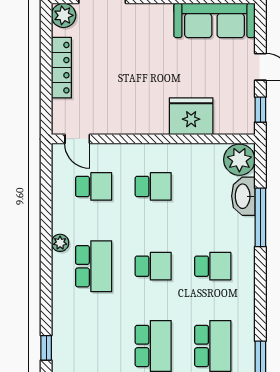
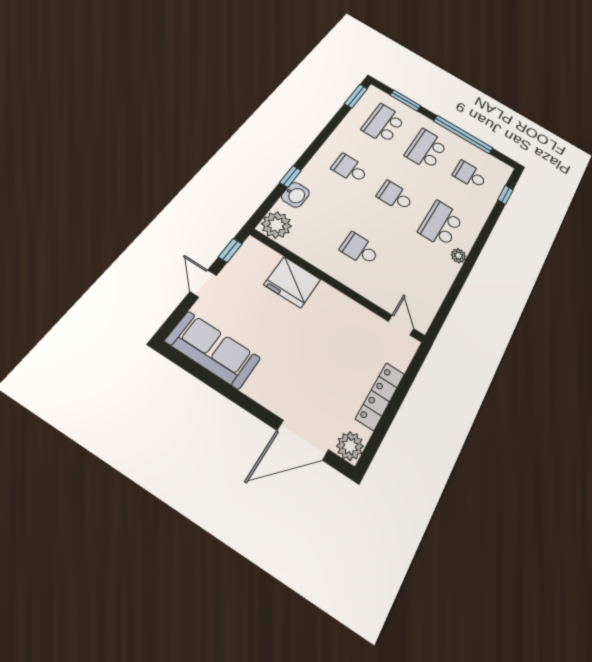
school desk: (94, 186) -> (470, 175), moved
washbasin: (243, 196) -> (295, 195), width x0.72
window: (260, 217) -> (290, 177), width x0.46

